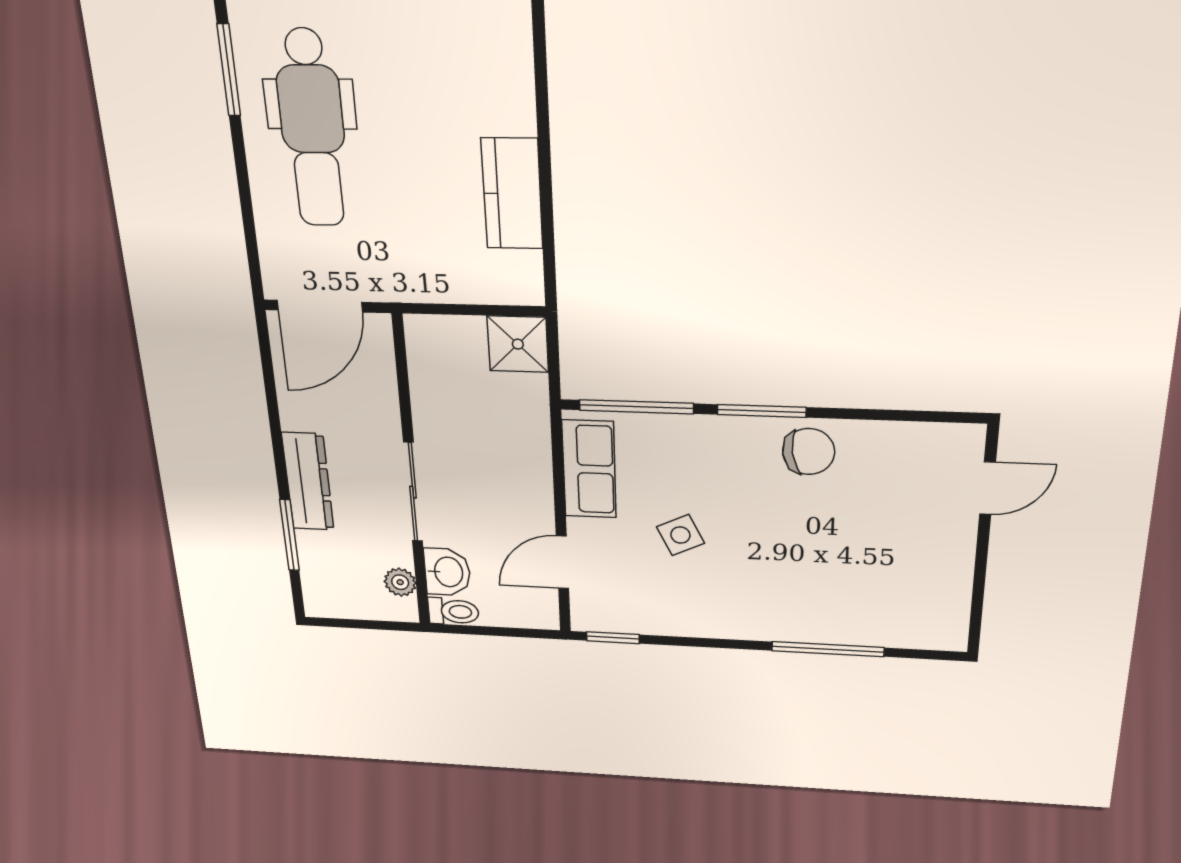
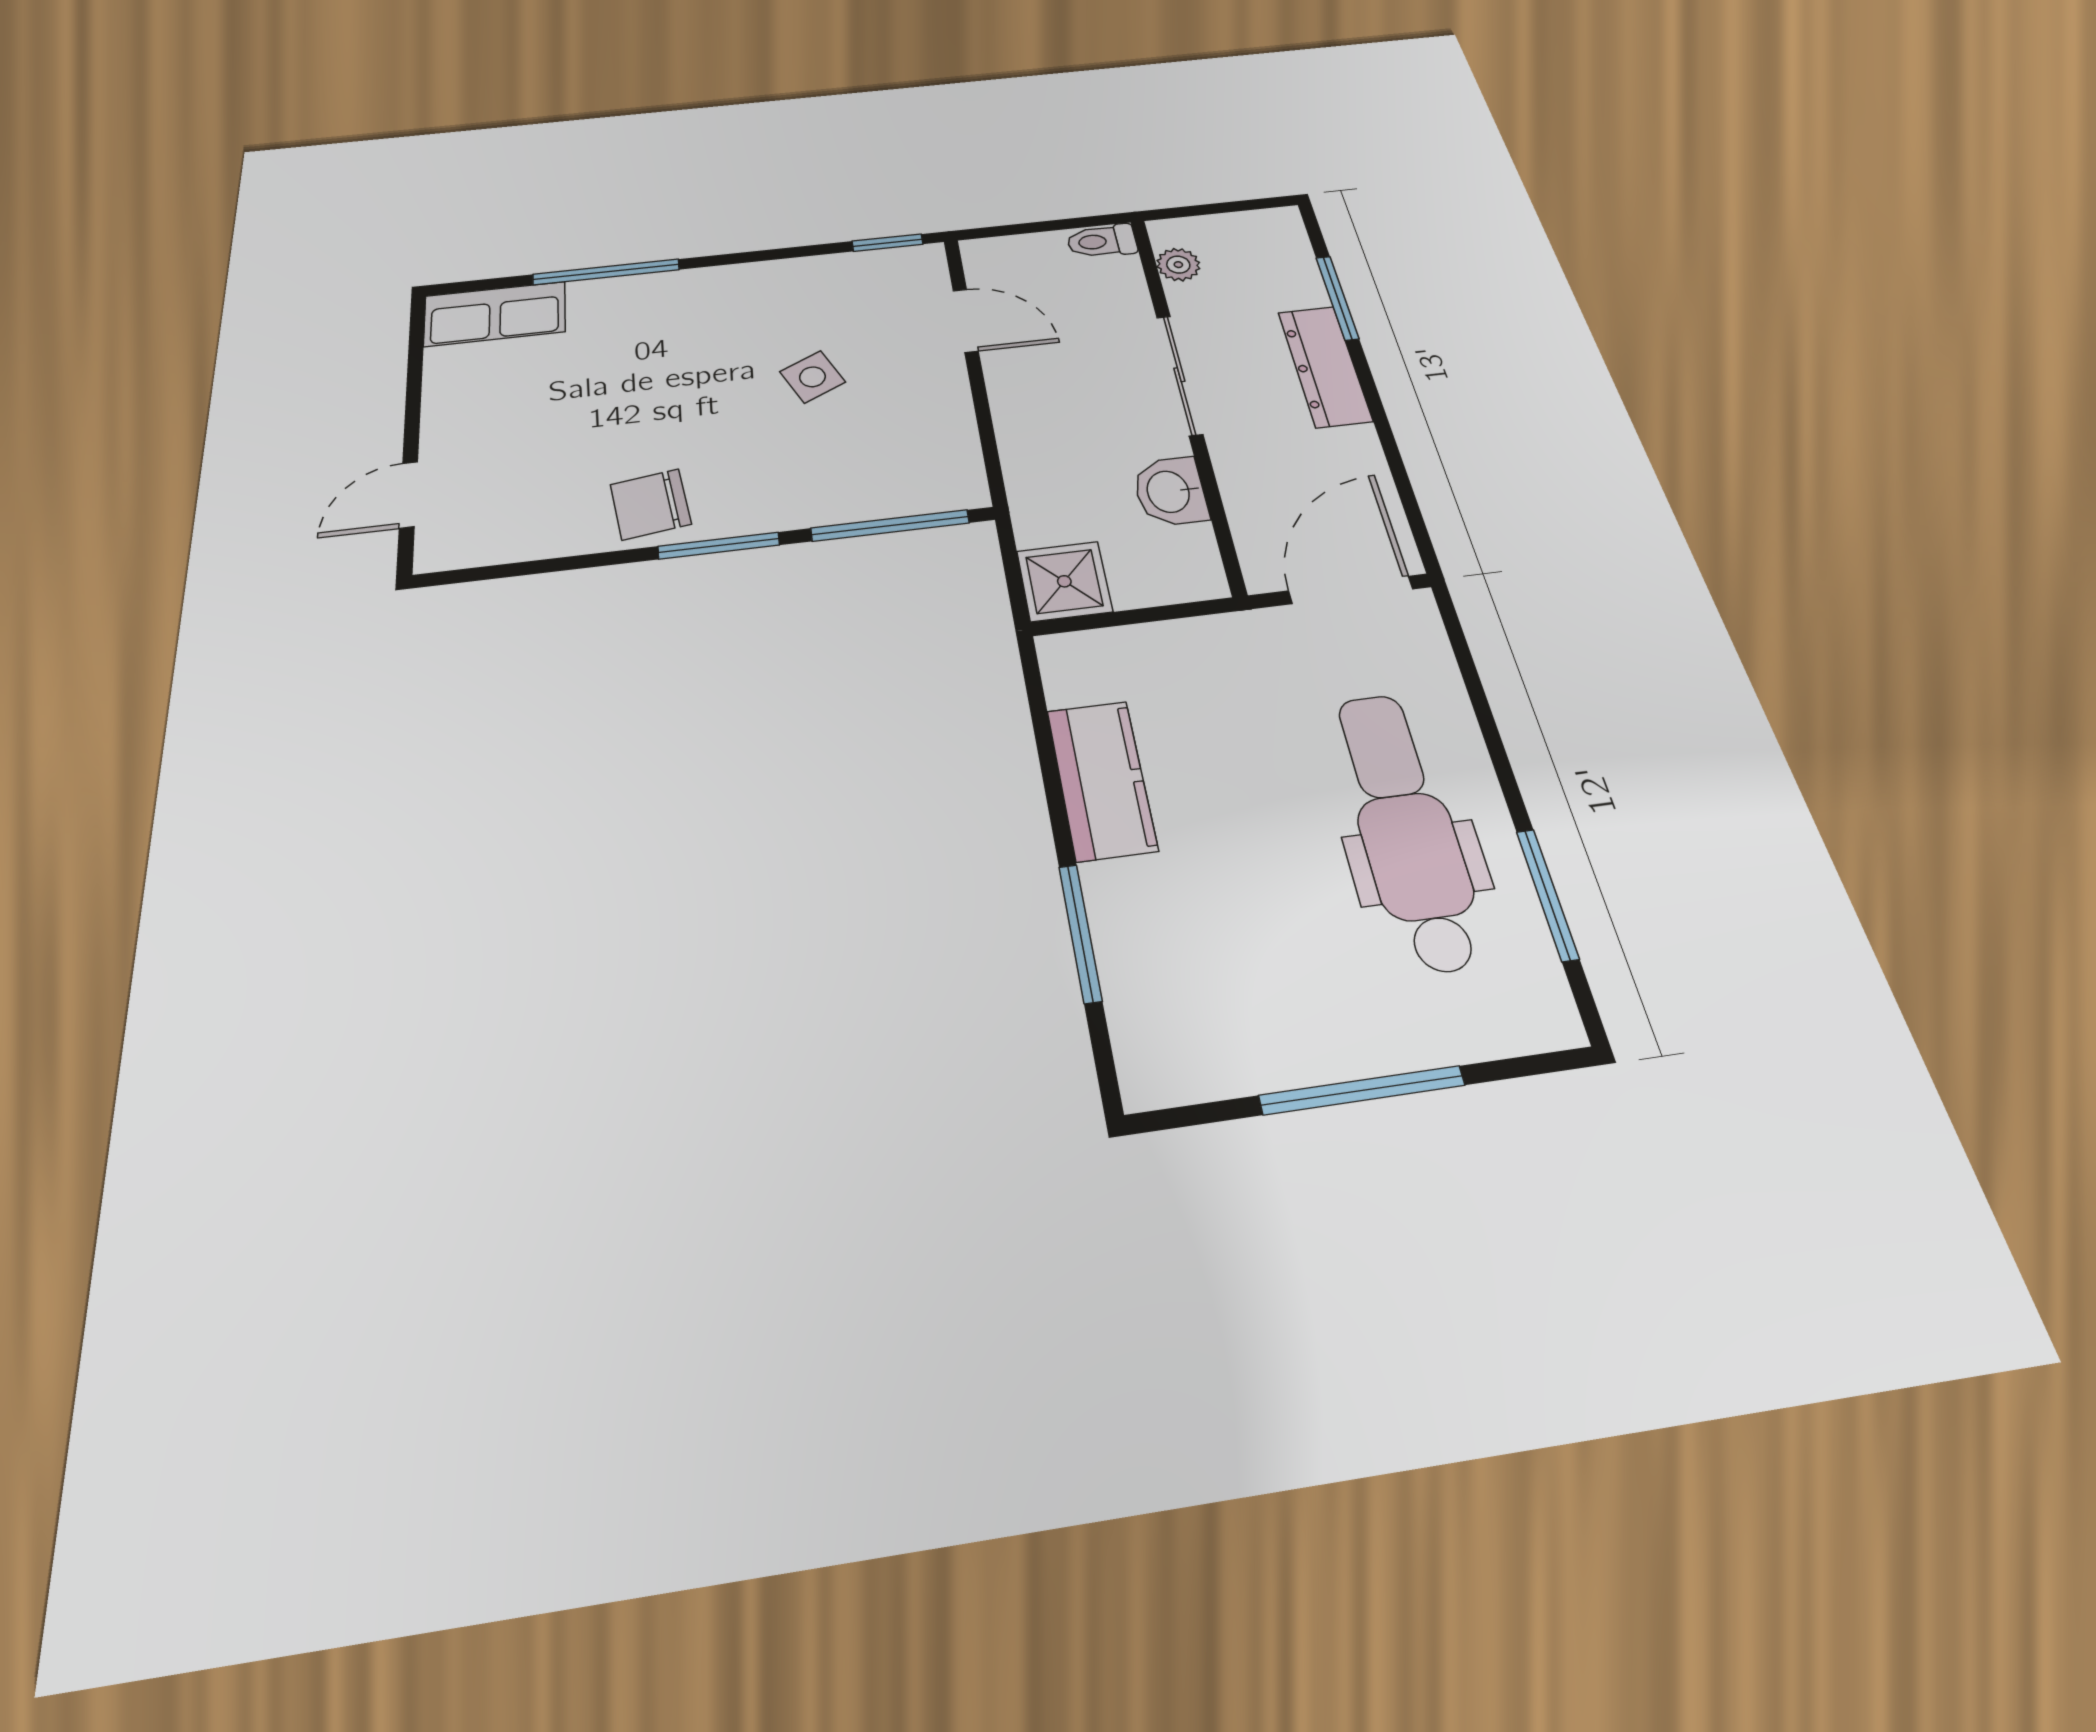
window: (541, 89) -> (1080, 933), added
row of seats: (589, 469) -> (495, 314), moved, turned -90
door: (562, 562) -> (966, 321), hinge flipped
washbasin: (447, 572) -> (1170, 491), moved

